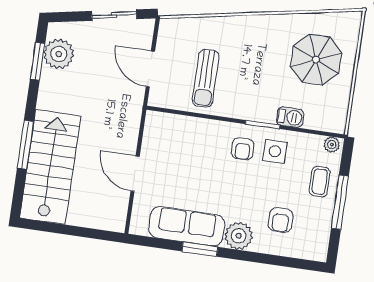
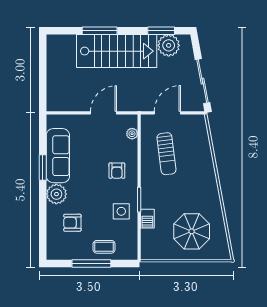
sliding door: (114, 15) -> (202, 81), width x1.37
sun lounger: (206, 78) -> (166, 154), turned -97
plant: (332, 145) -> (132, 134), moved
armchair: (243, 149) -> (117, 171), moved, turned -89
stairs: (50, 167) -> (117, 51), moved
door: (135, 174) -> (104, 113), moved

